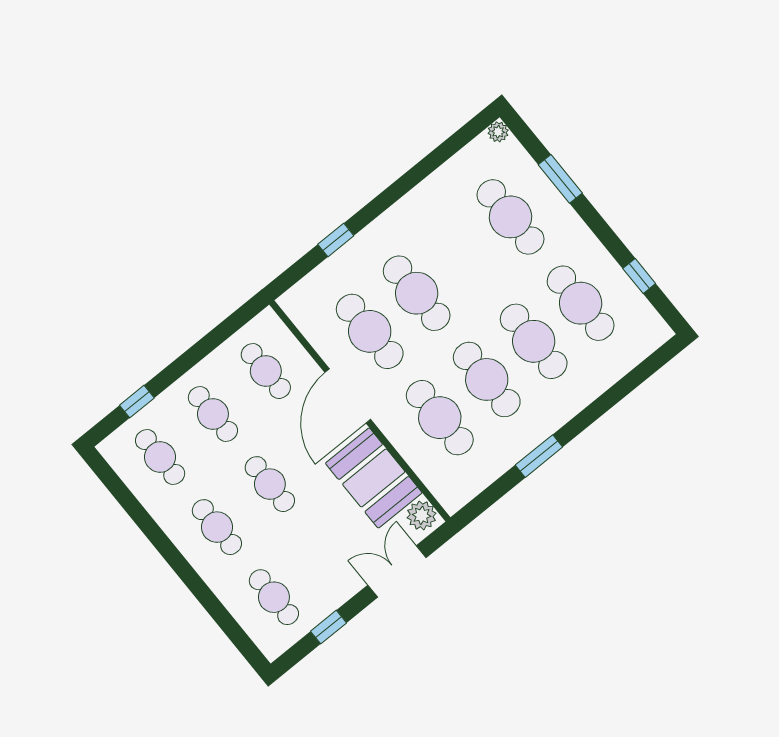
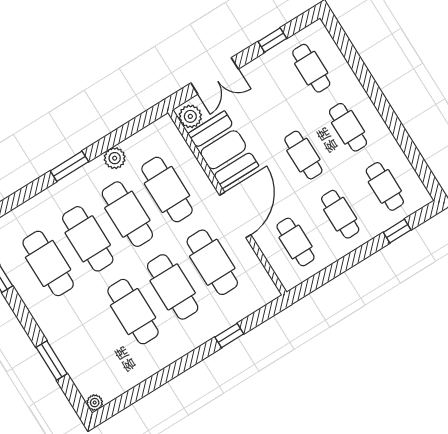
cafe table: (510, 217) -> (133, 312), moved
plant: (512, 449) -> (115, 158), added
window: (539, 456) -> (69, 166), moved

